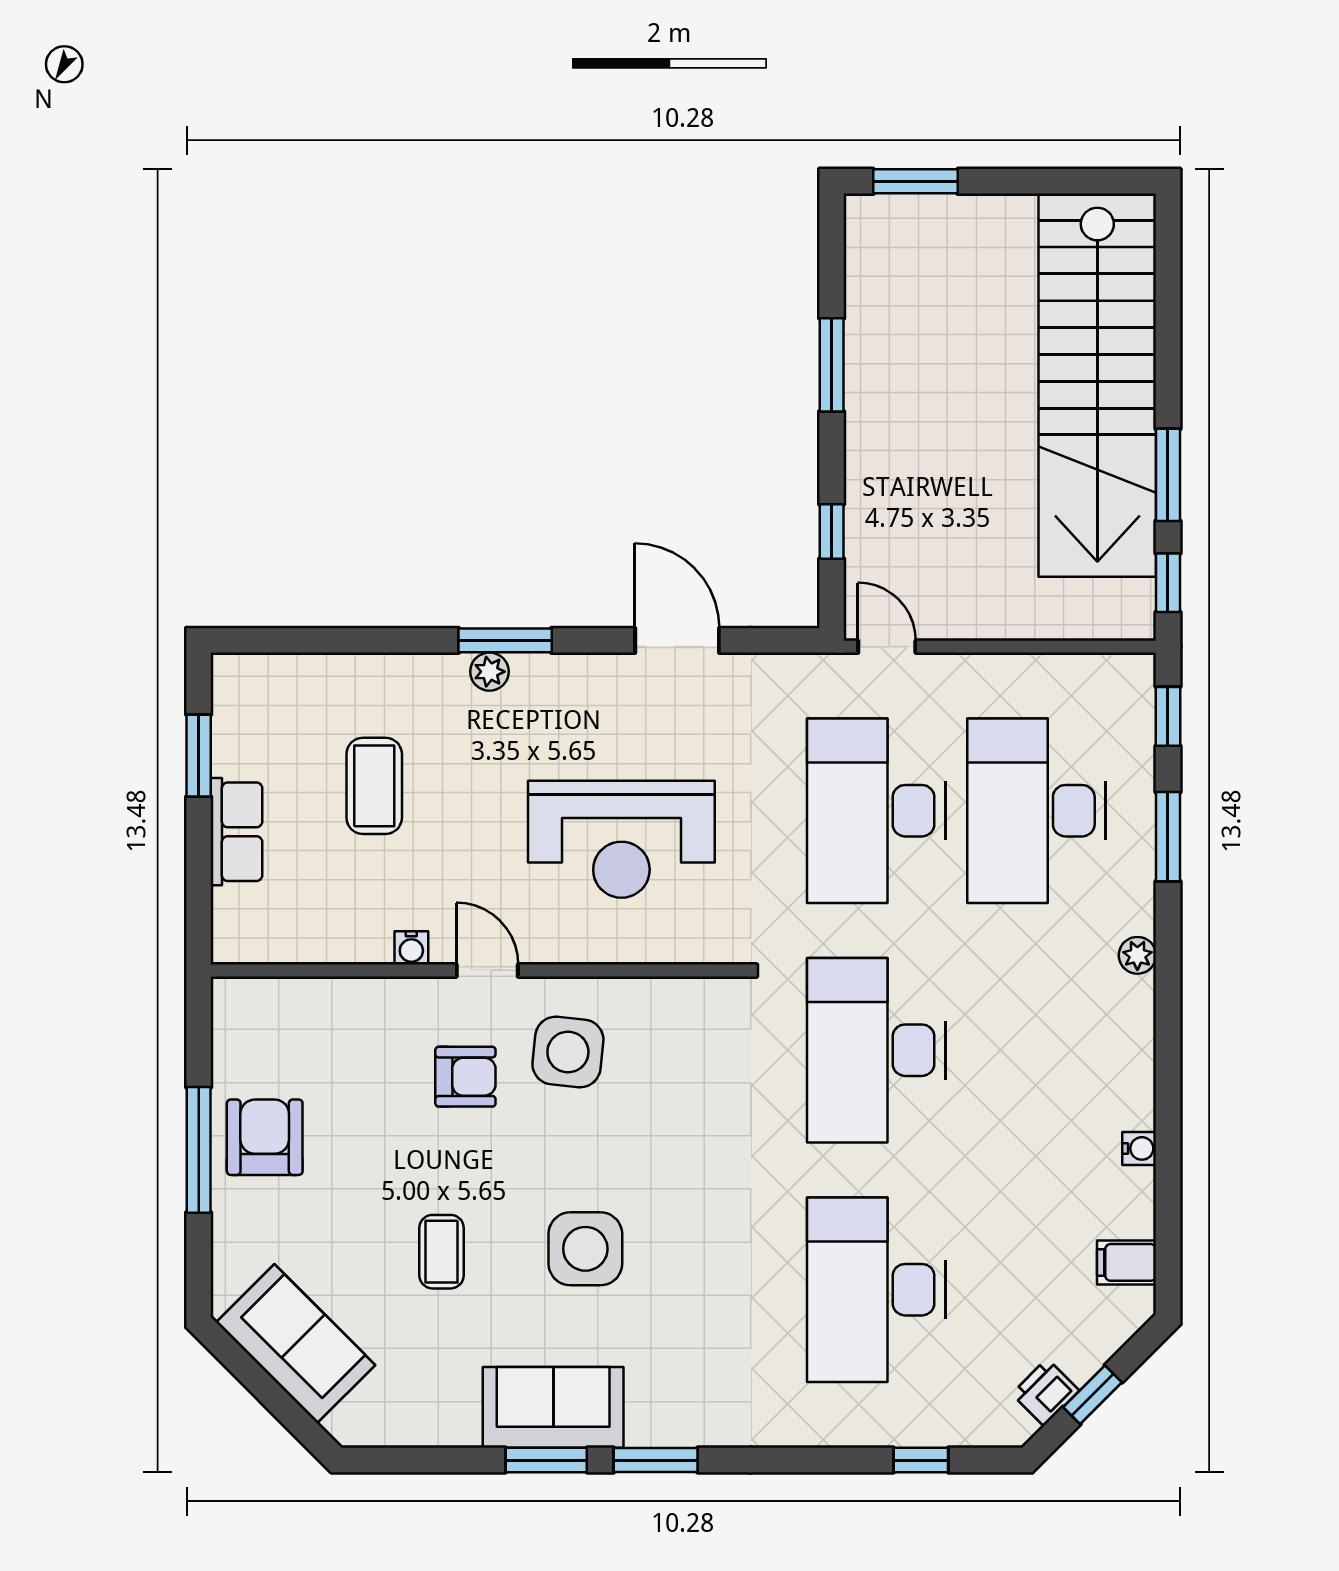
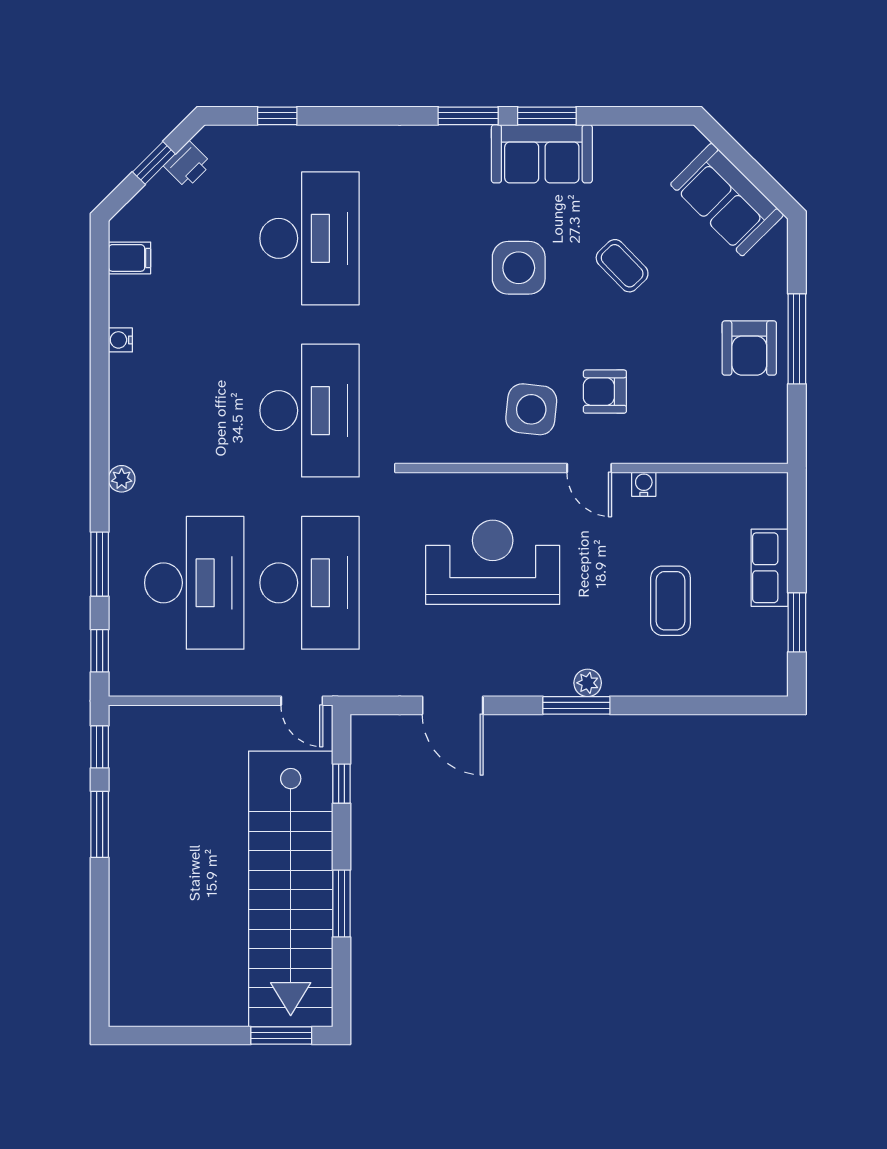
stairs: (1097, 385) -> (291, 889), moved, turned 180
coffee table: (442, 1252) -> (622, 266), turned -44

